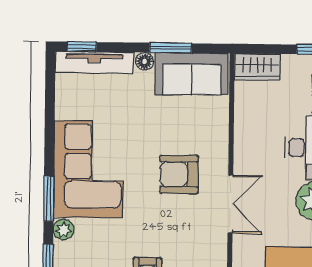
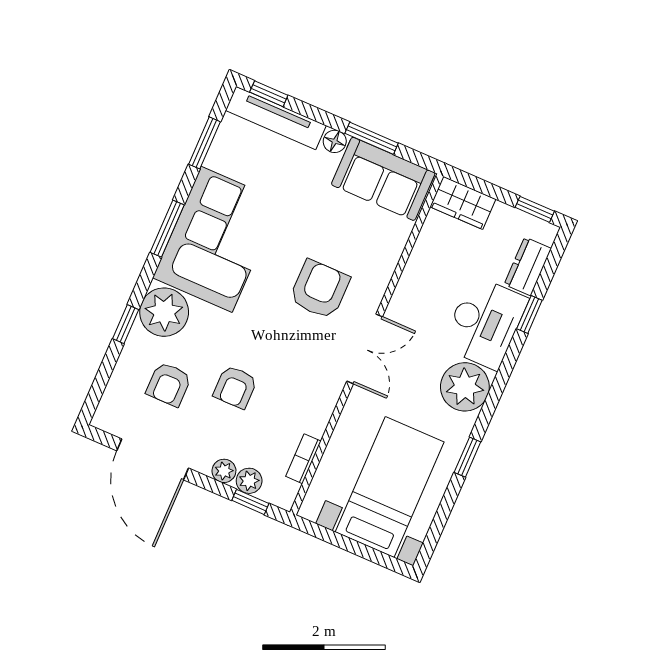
window: (50, 103) -> (204, 143), added
armchair: (179, 174) -> (320, 289), turned 90
window: (49, 199) -> (167, 229), moved
plant: (63, 230) -> (164, 312), width x1.88, depth x1.88

